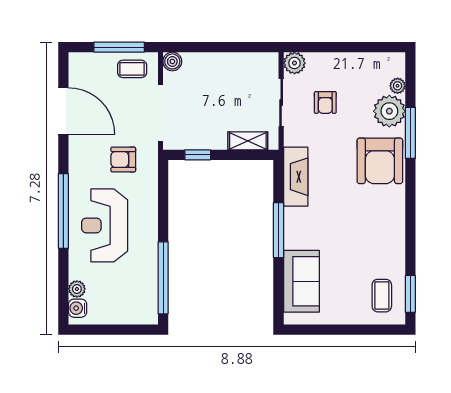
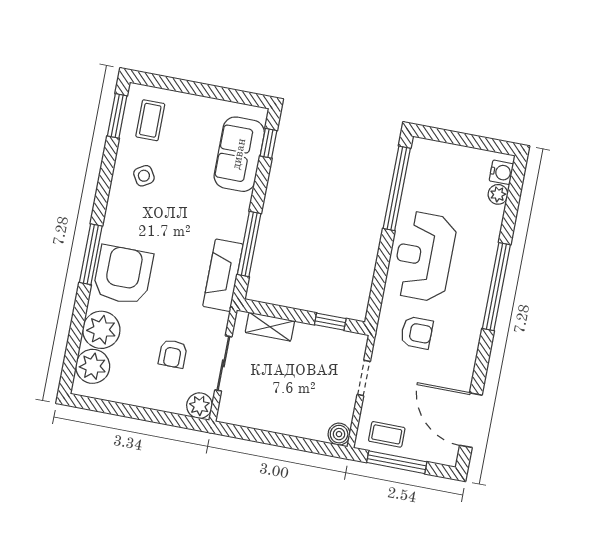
plant: (398, 86) -> (93, 366), width x1.88, depth x1.88
armchair: (325, 102) -> (173, 354), turned 180
door: (63, 111) -> (471, 420), moved
doorway: (161, 113) -> (364, 378), width x0.53
window: (410, 133) -> (91, 254), moved
reception desk: (105, 225) -> (424, 257), moved, turned 180
window: (279, 230) -> (249, 244), moved
side table: (378, 248) -> (144, 176), added
window: (279, 295) -> (268, 143), added

